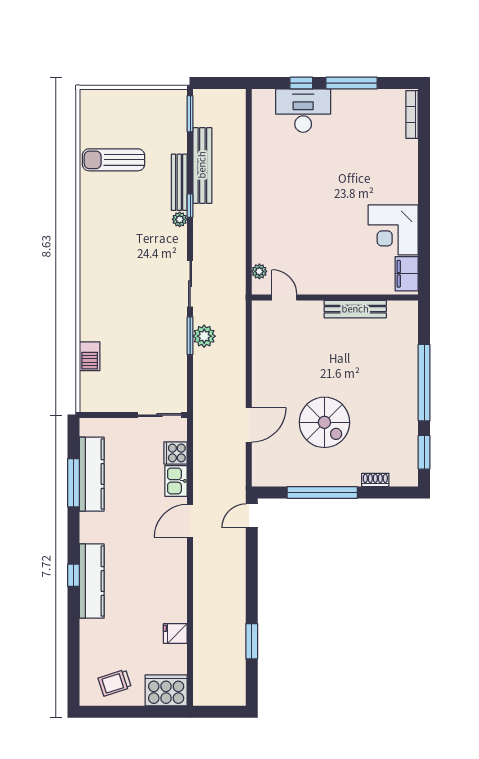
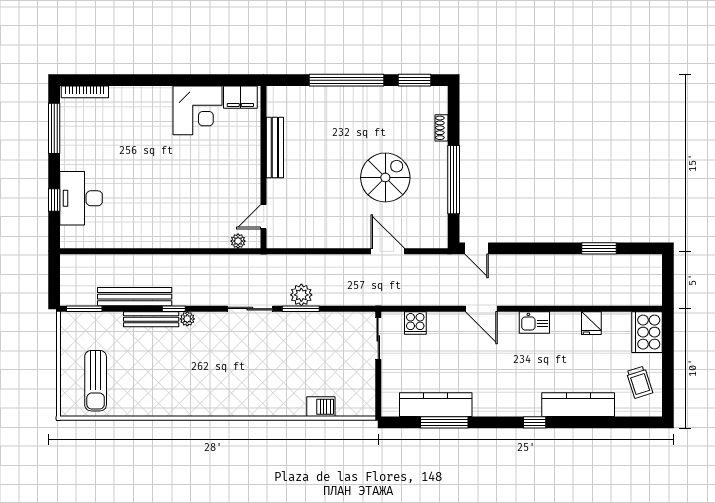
window: (352, 83) -> (54, 128), moved
sun lounger: (113, 160) -> (96, 381), moved
kitchen sink: (176, 481) -> (534, 322), moved
kitchen counter: (92, 581) -> (578, 405), moved

